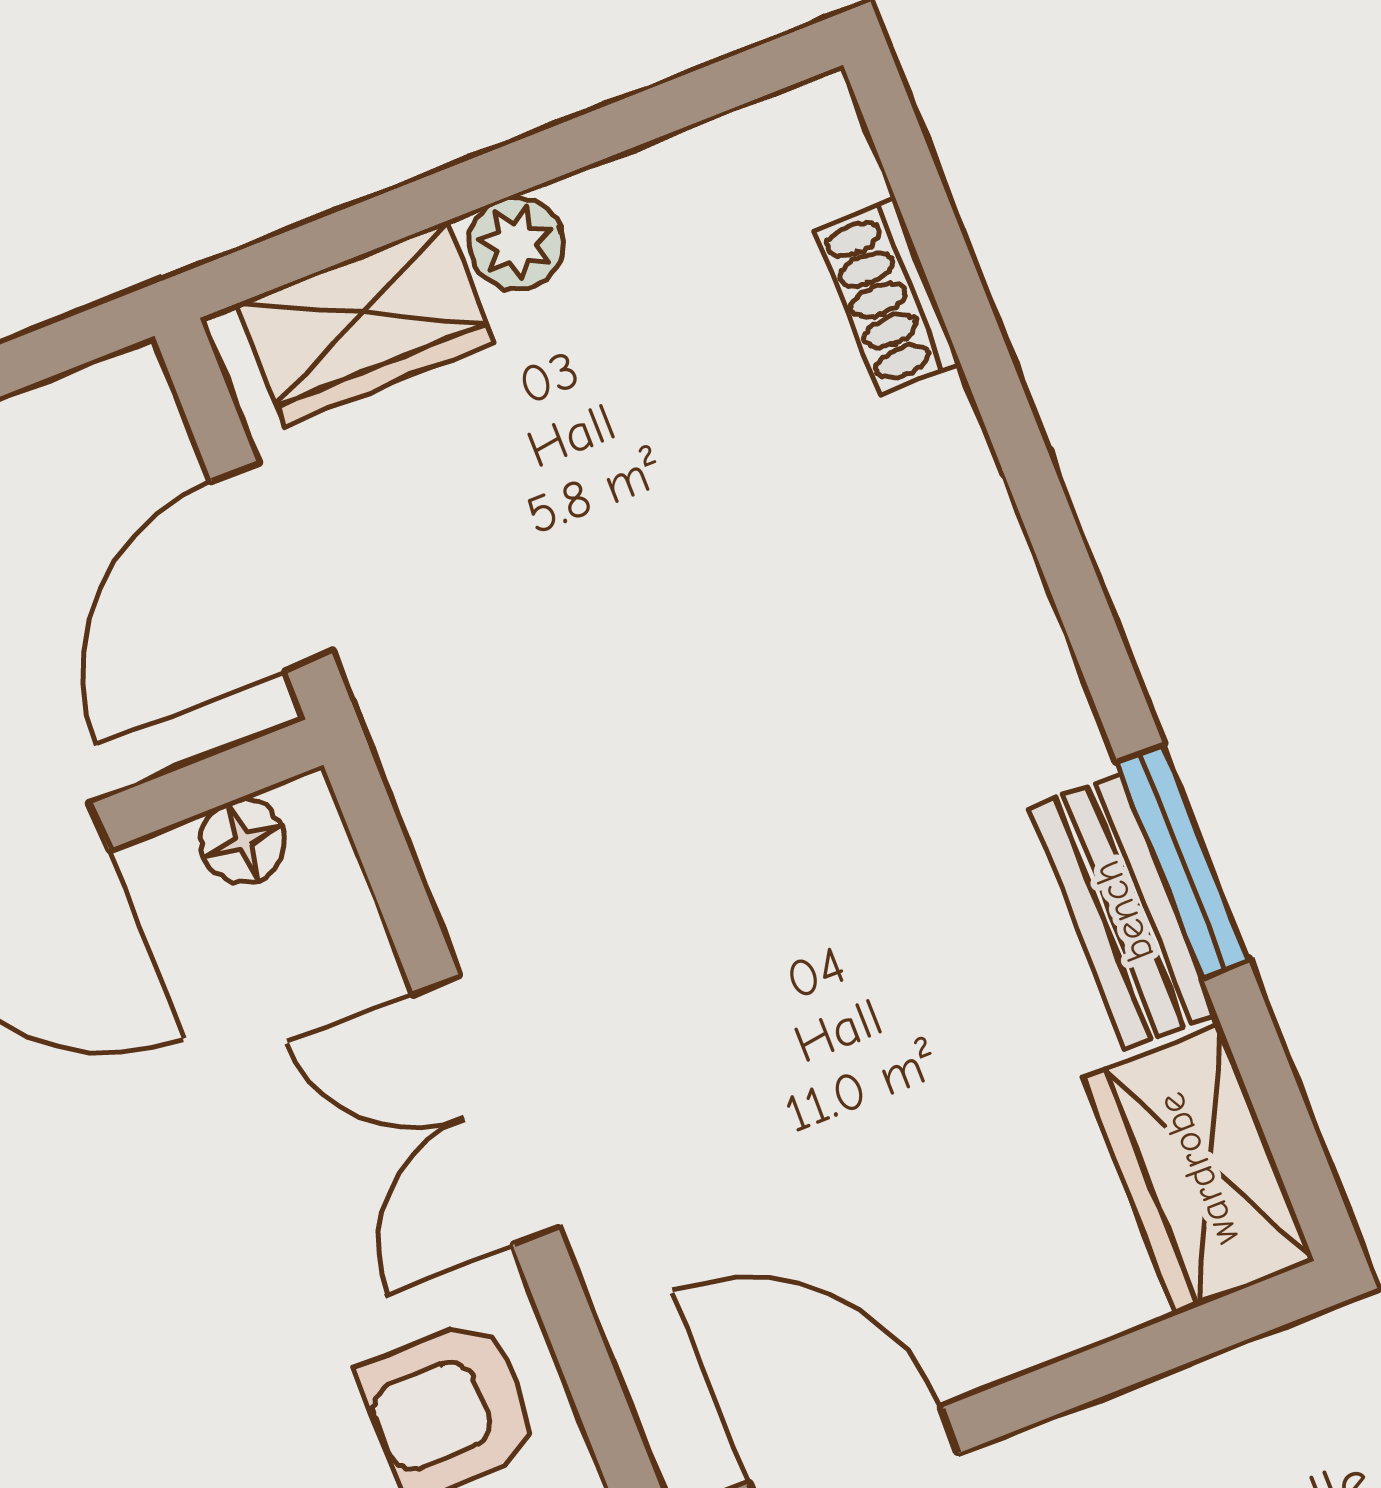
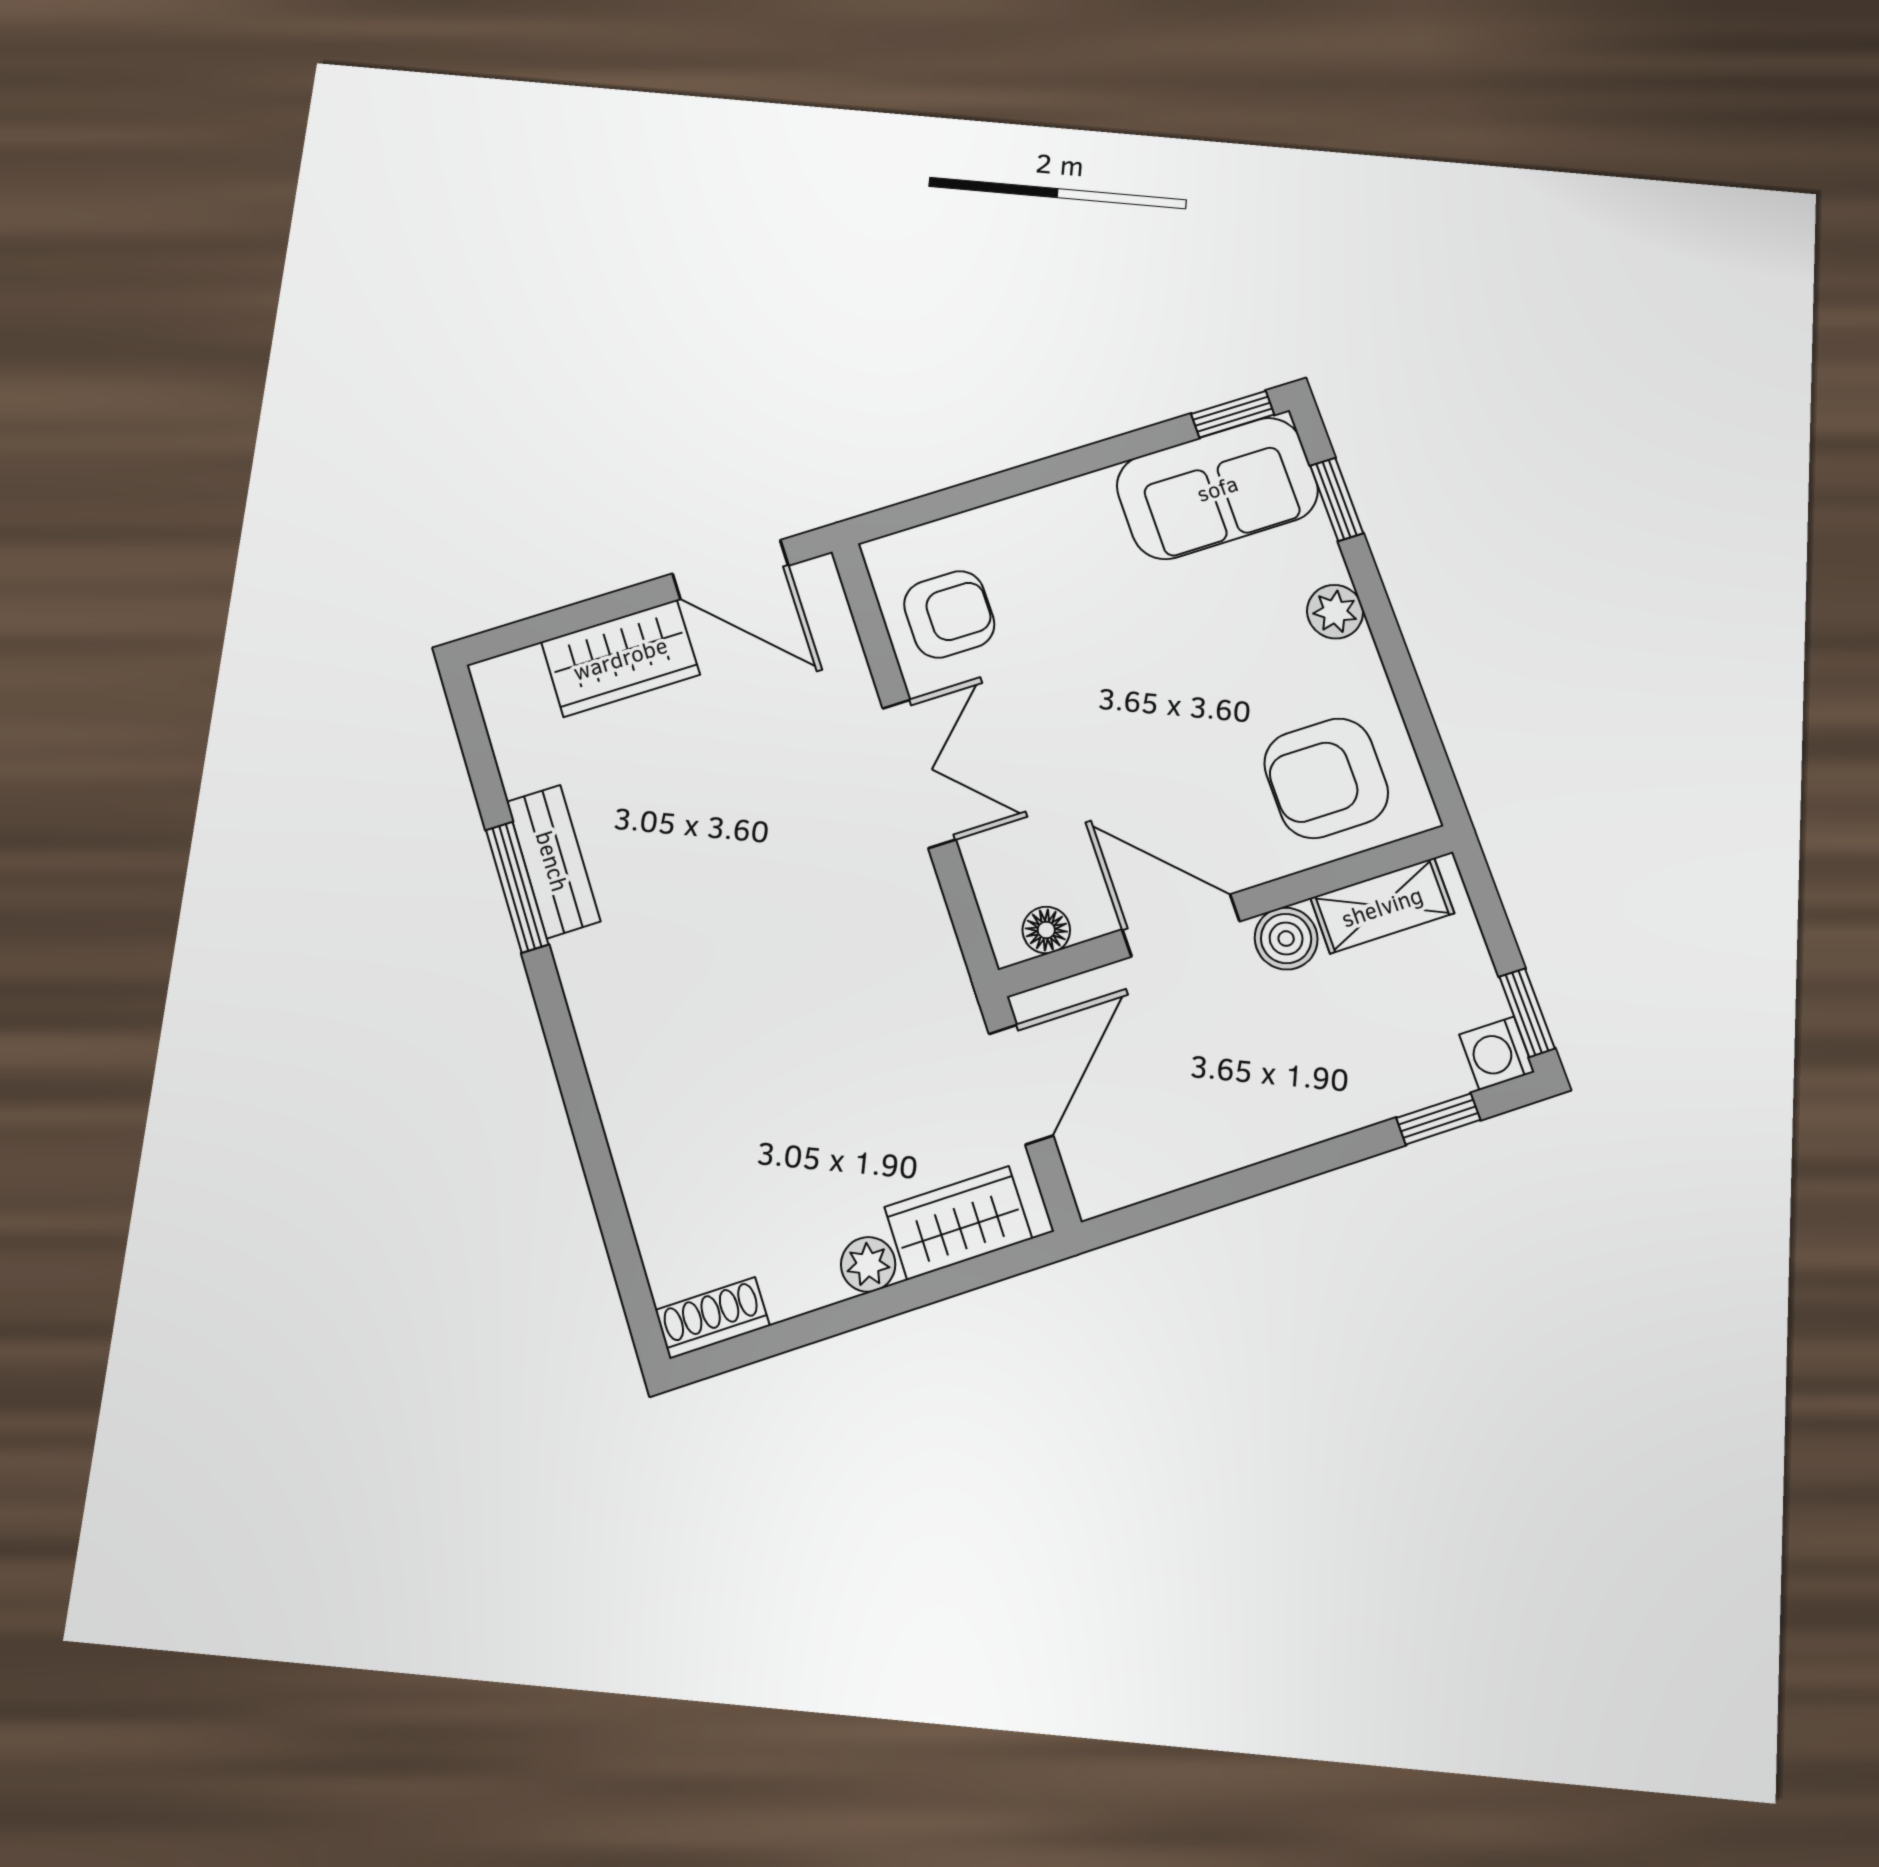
shoe rack: (888, 296) -> (712, 1318), moved, turned -90
wardrobe: (1198, 1169) -> (620, 658), moved, turned 90

